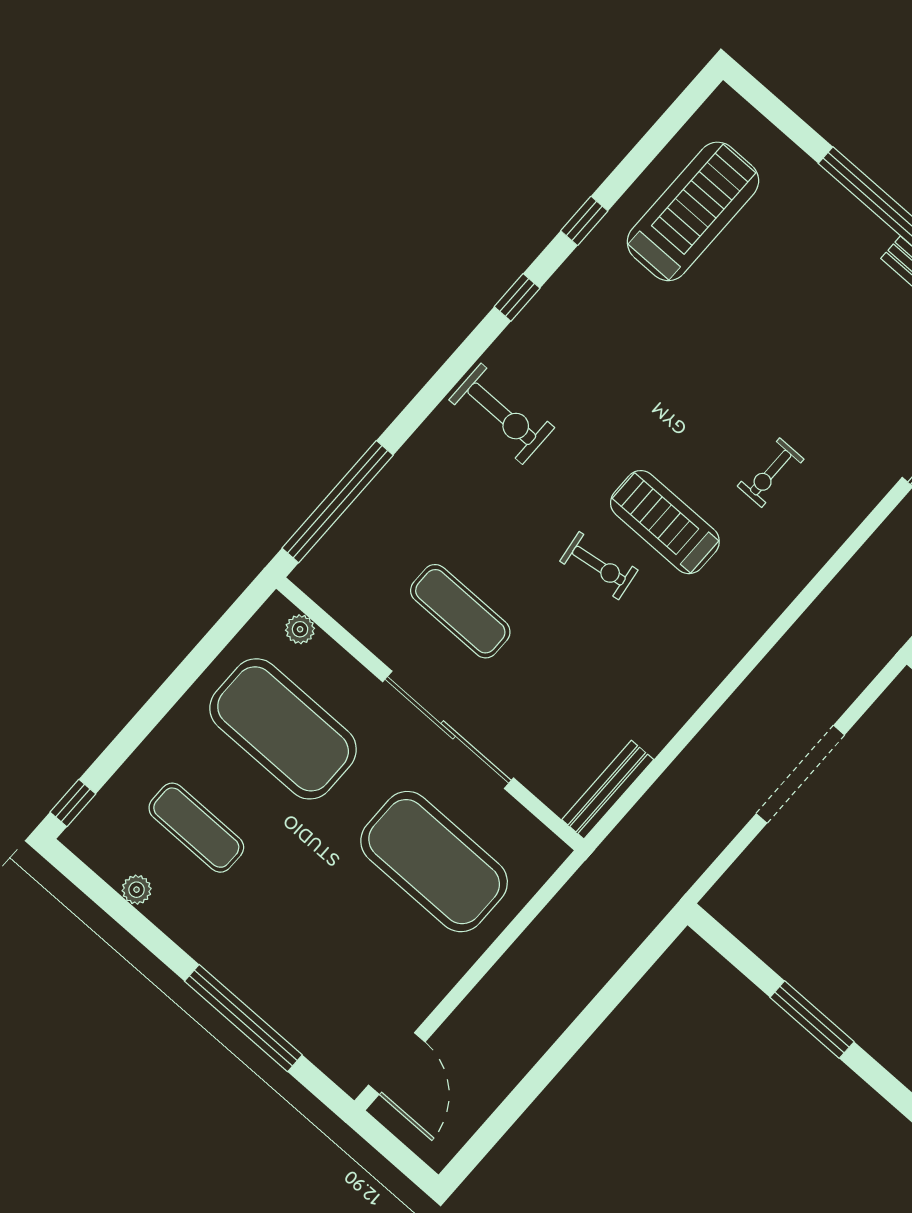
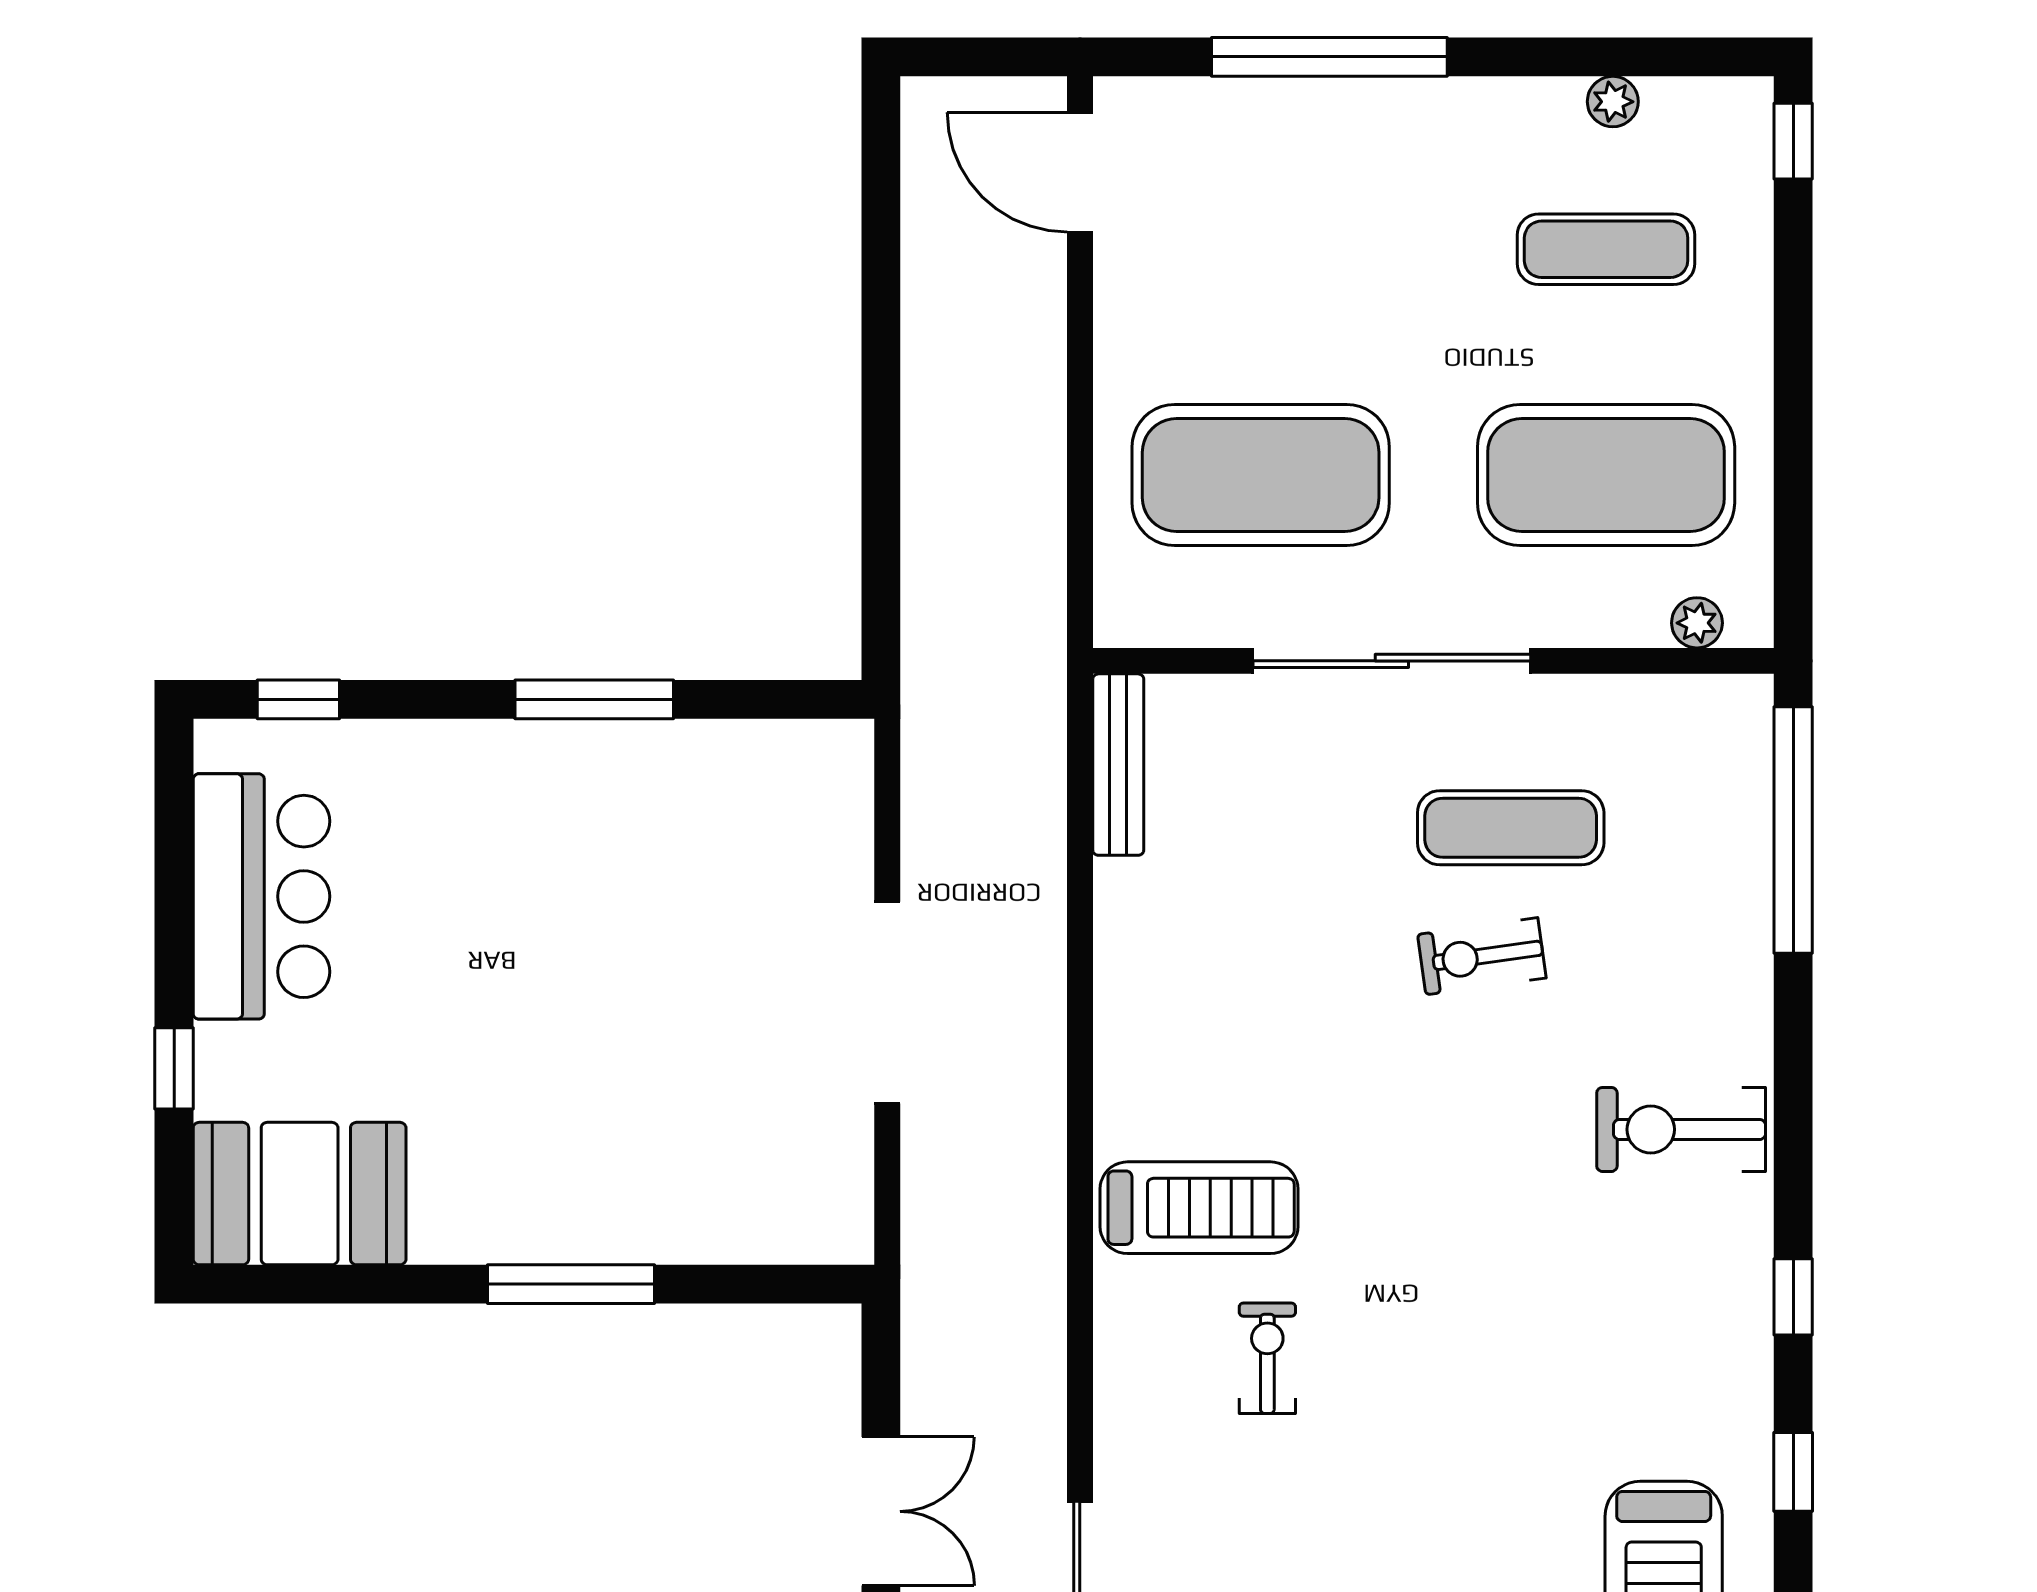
treadmill: (665, 522) -> (1199, 1208), moved
exercise bike: (599, 566) -> (1482, 956), moved

